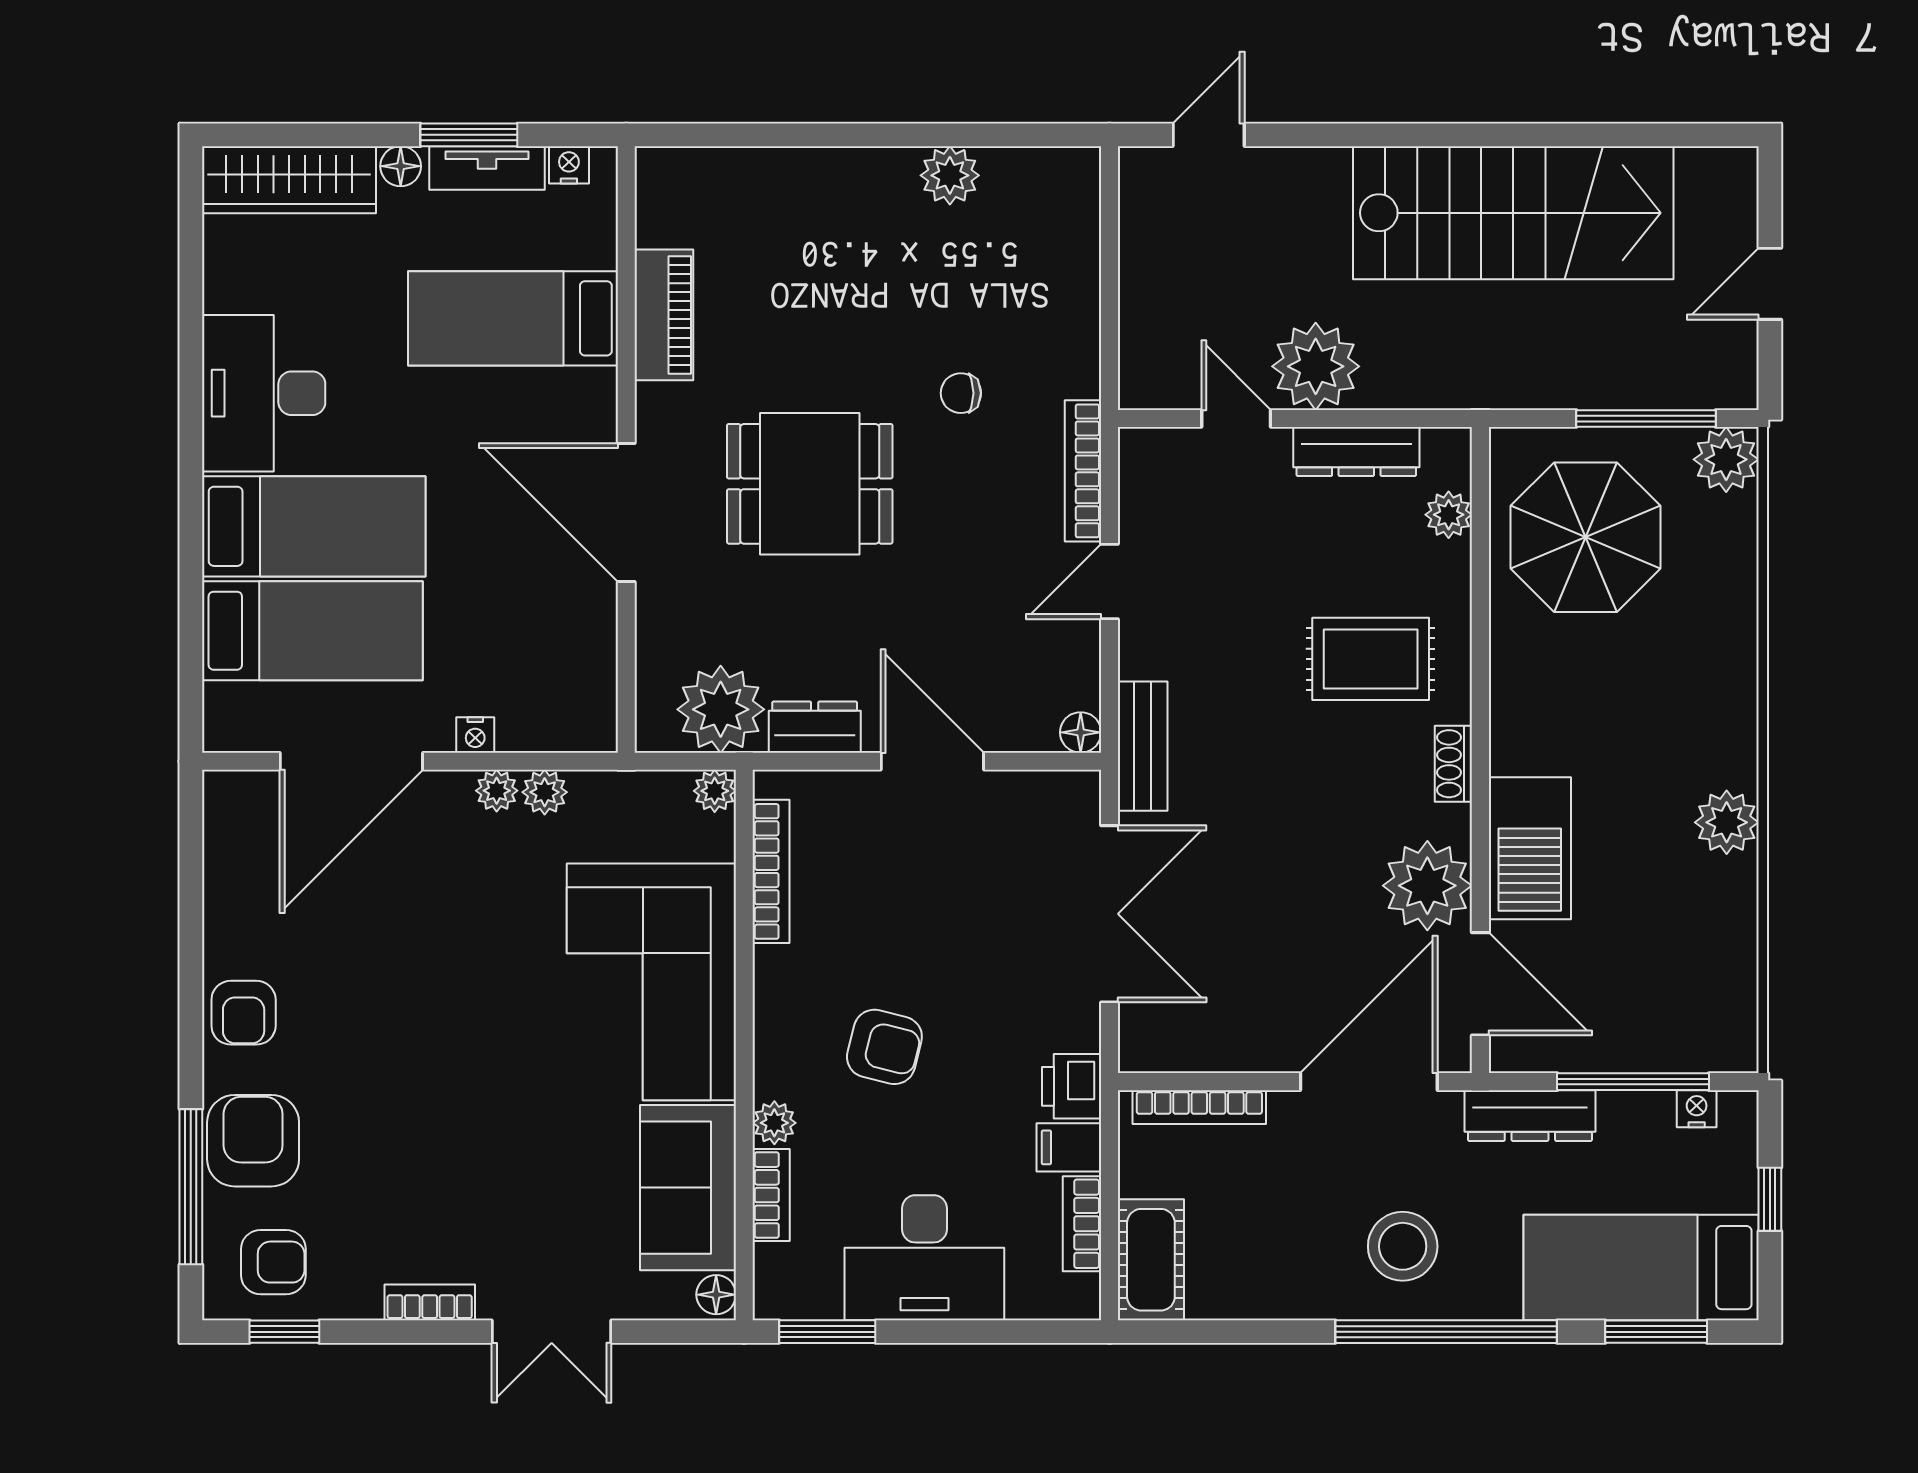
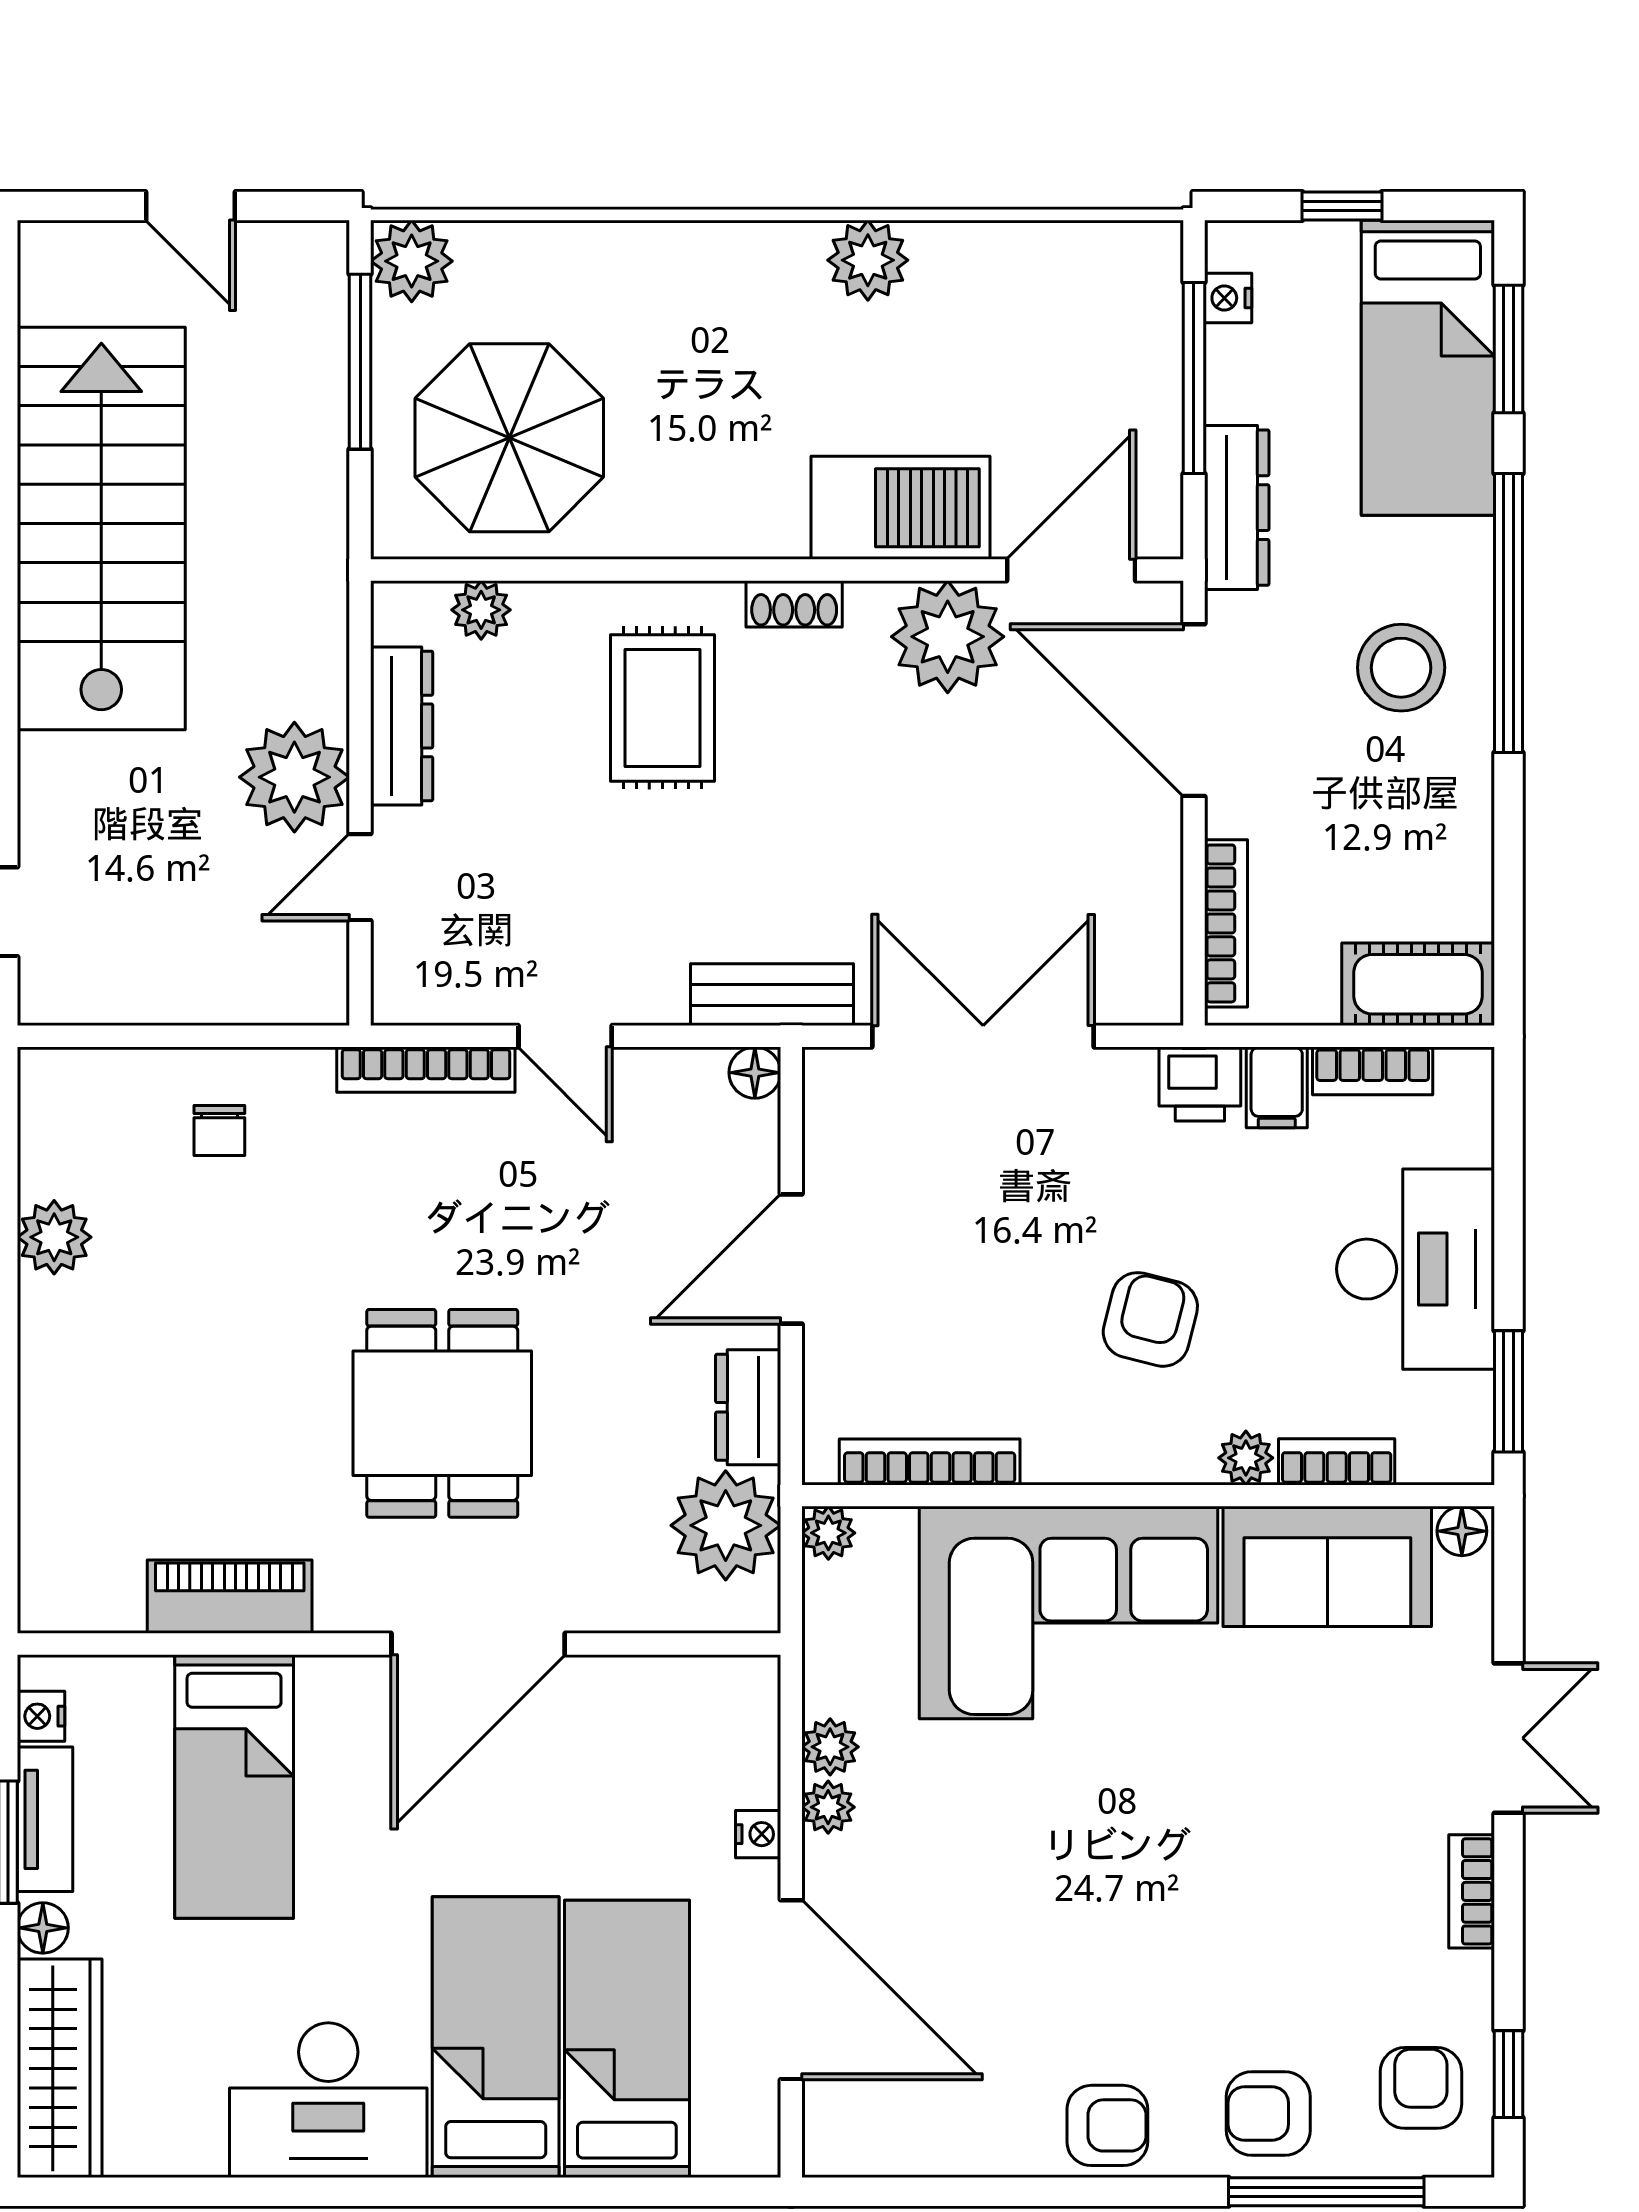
chair: (961, 393) -> (219, 1131), moved
armchair: (253, 1141) -> (1268, 2114), width x0.72, depth x0.72

